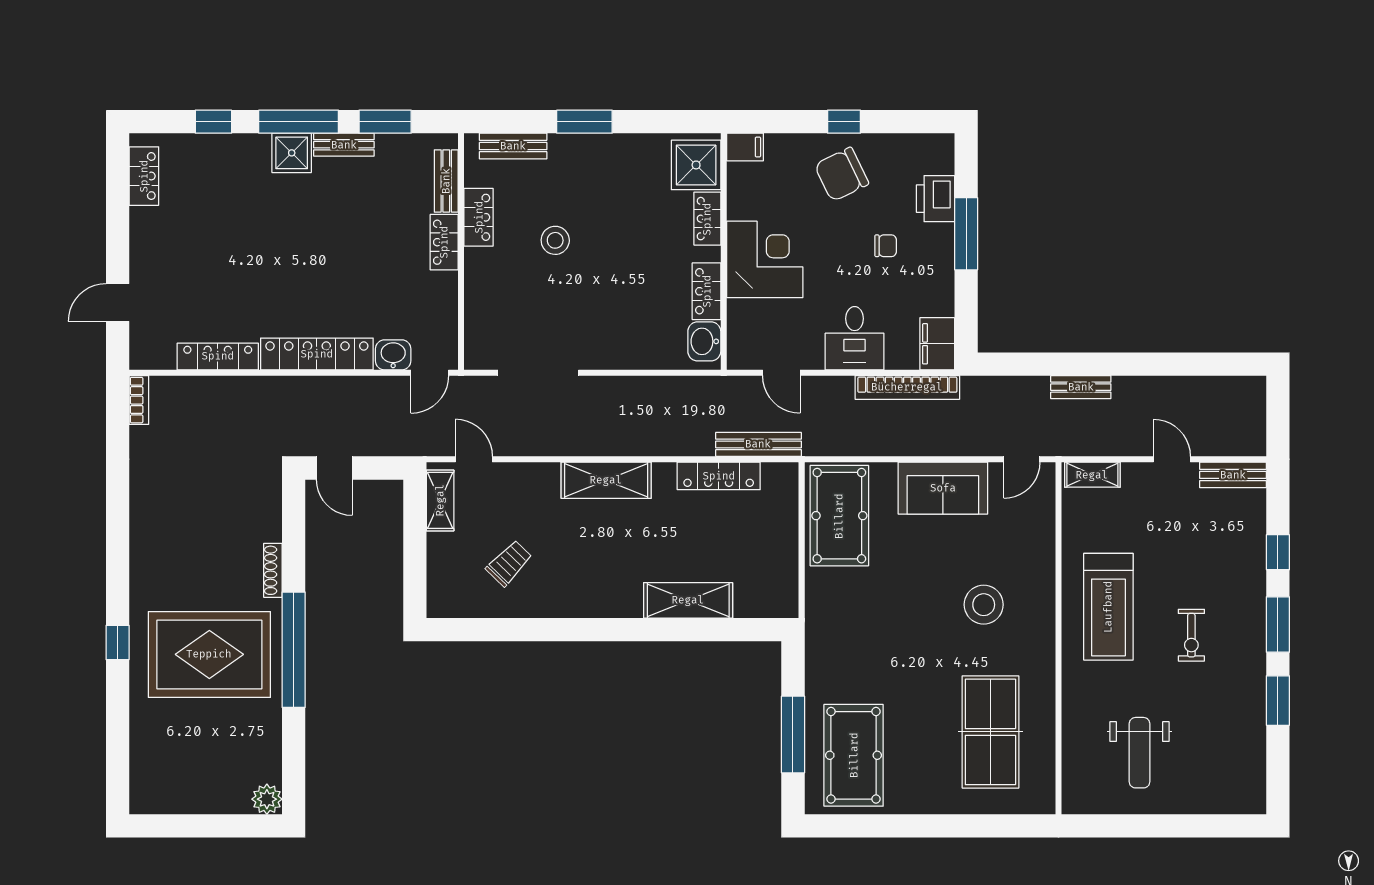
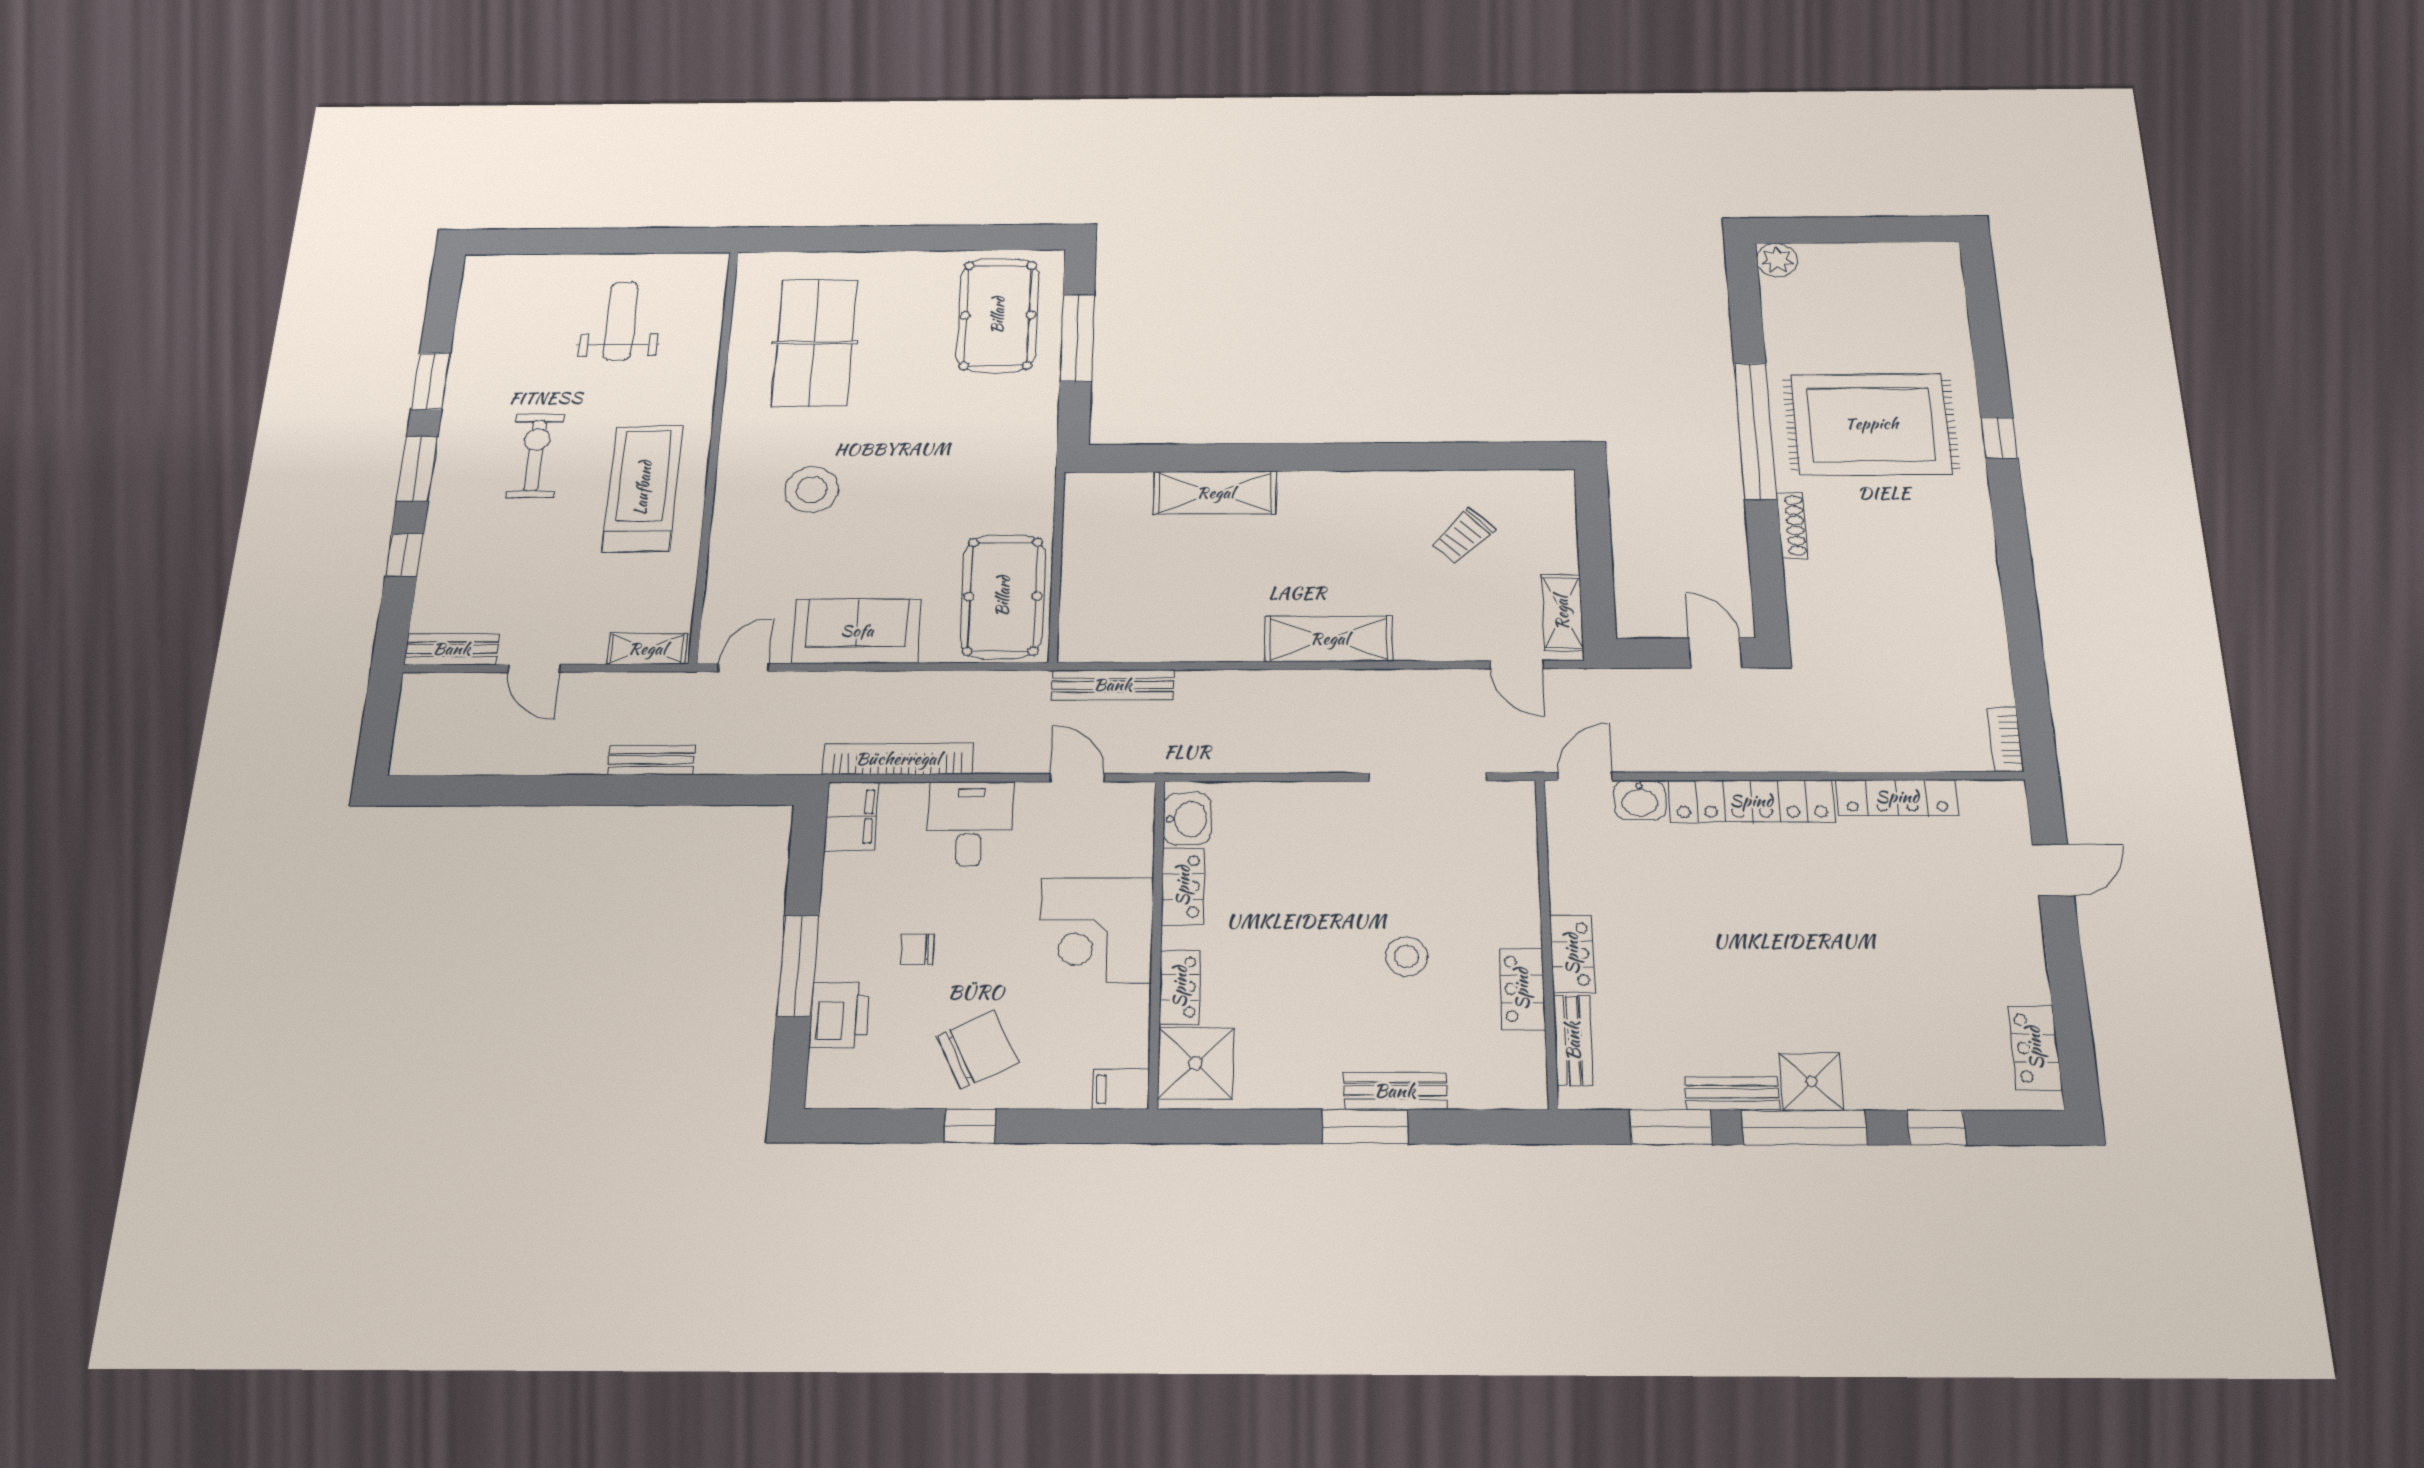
bench: (513, 146) -> (1395, 1091), moved
locker: (719, 476) -> (1170, 645), removed
exercise bike: (1191, 635) -> (535, 456), width x1.38, depth x1.39

